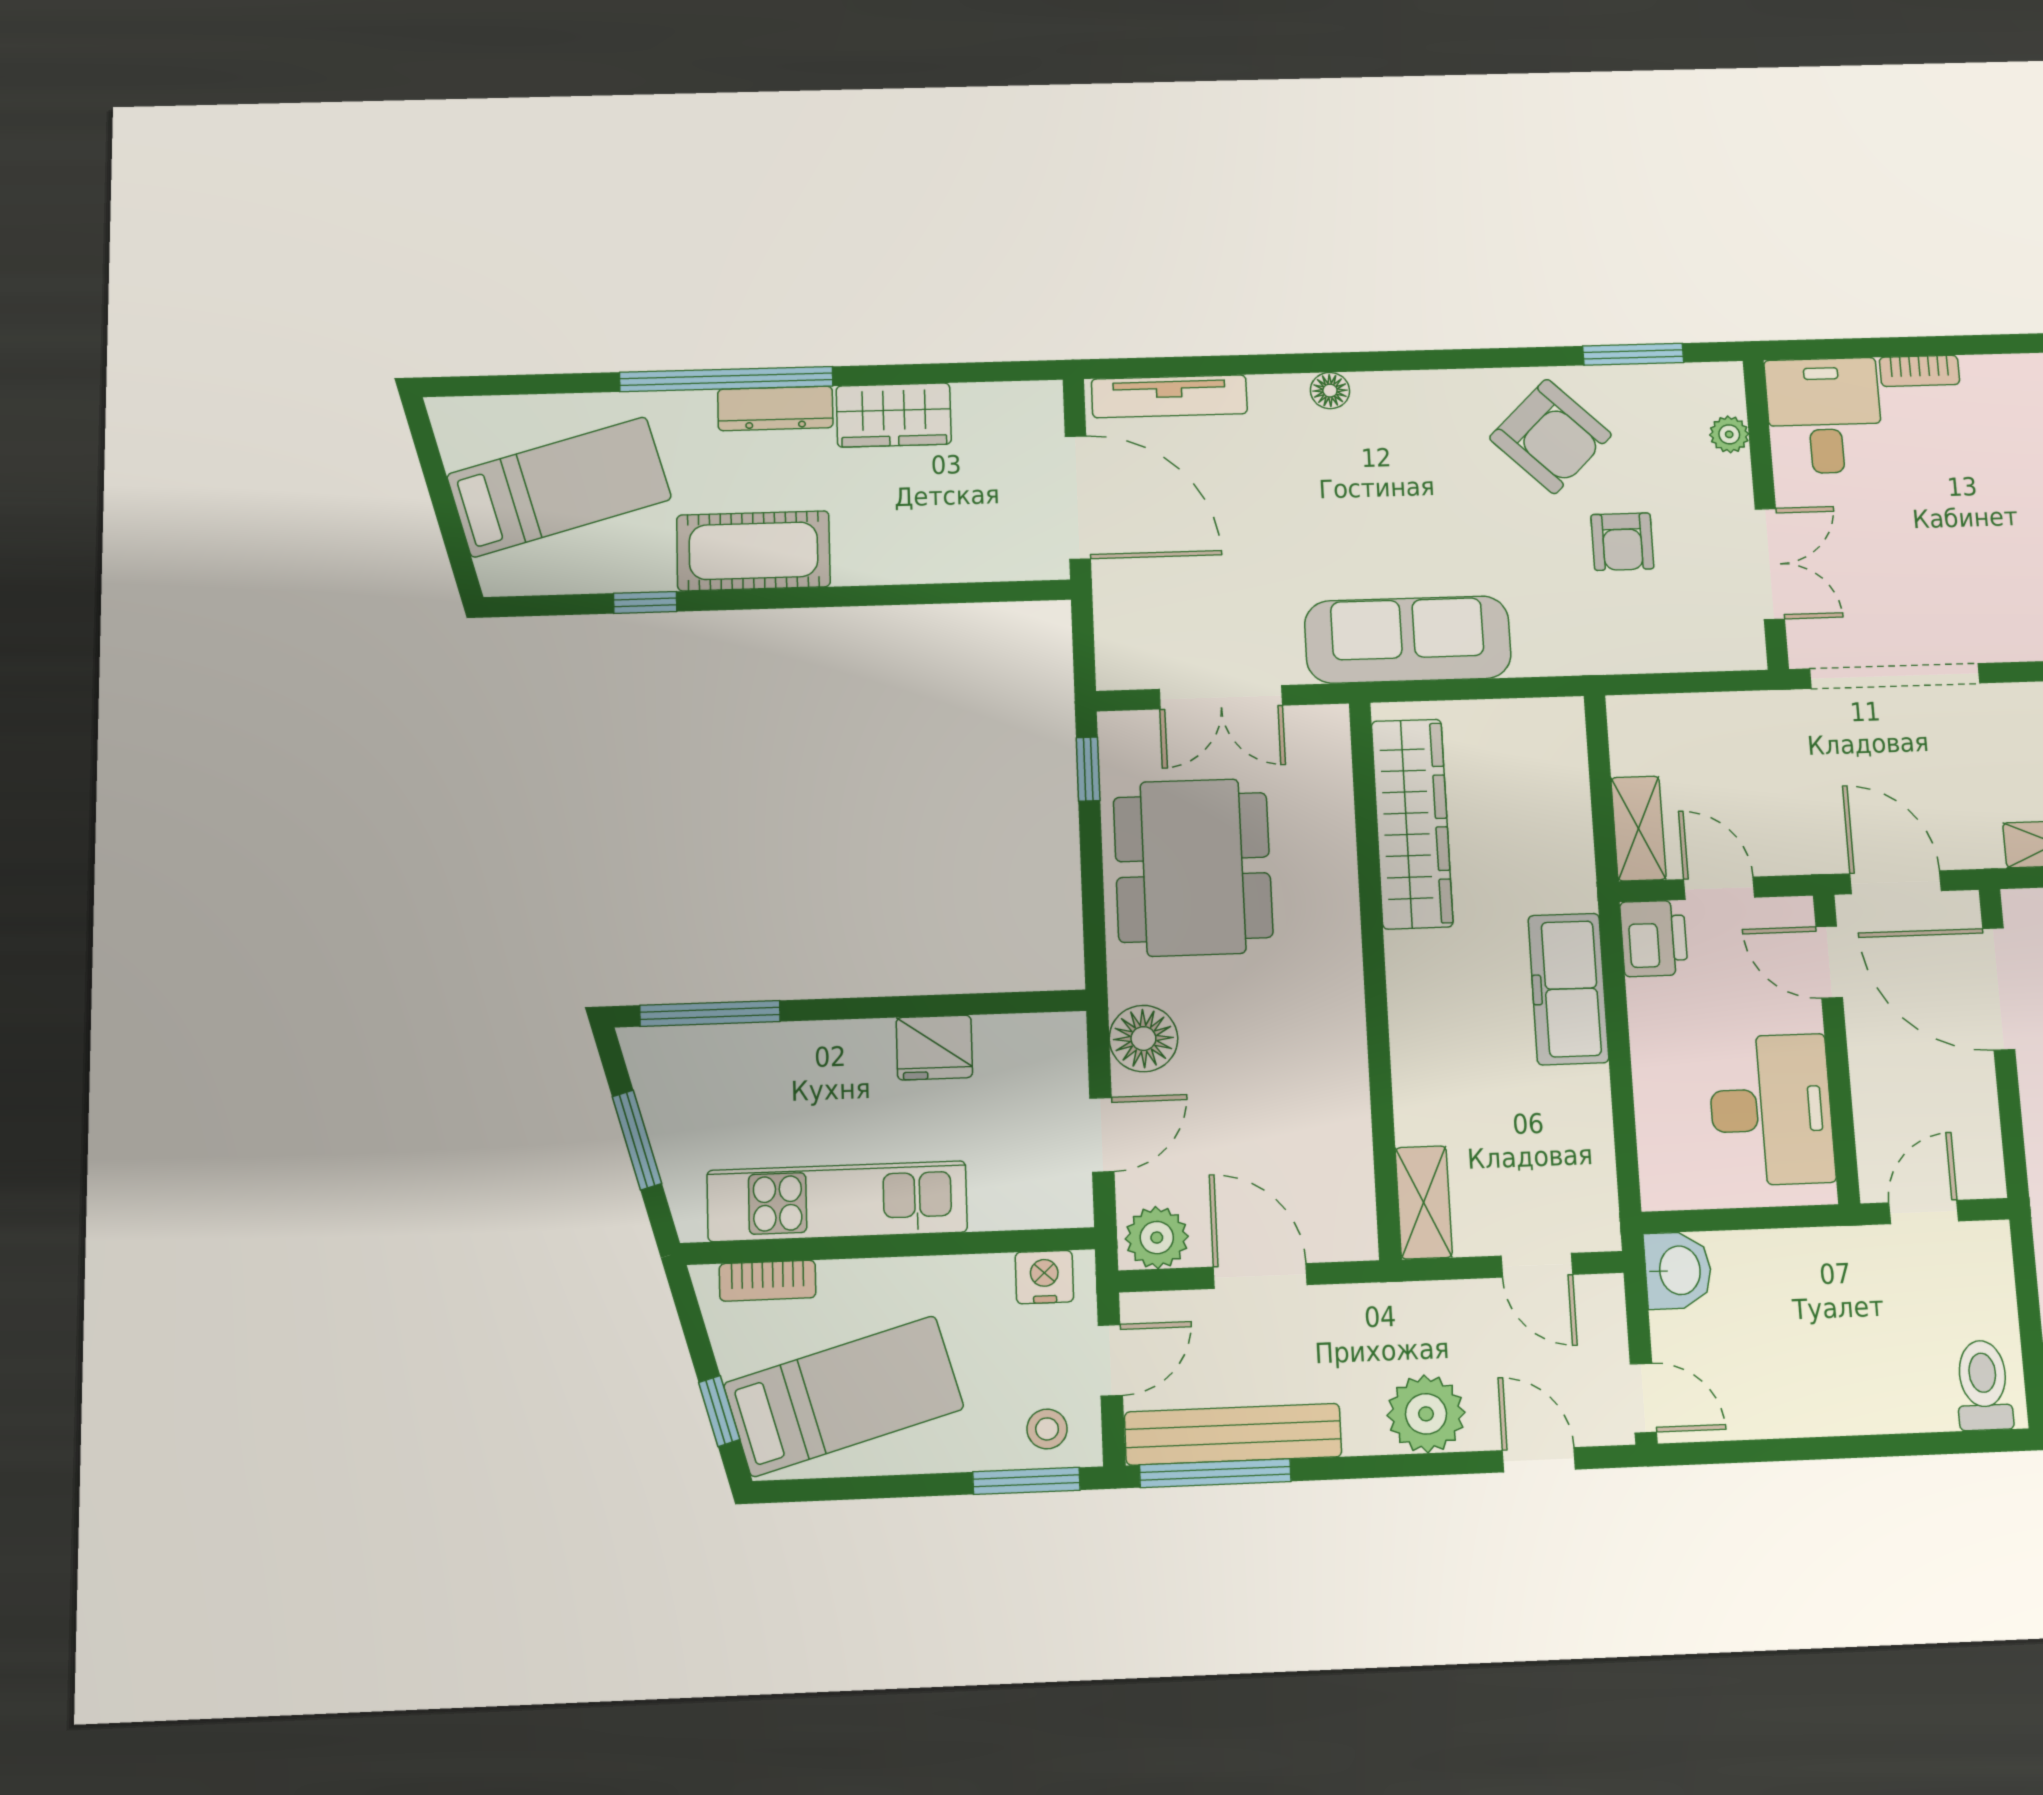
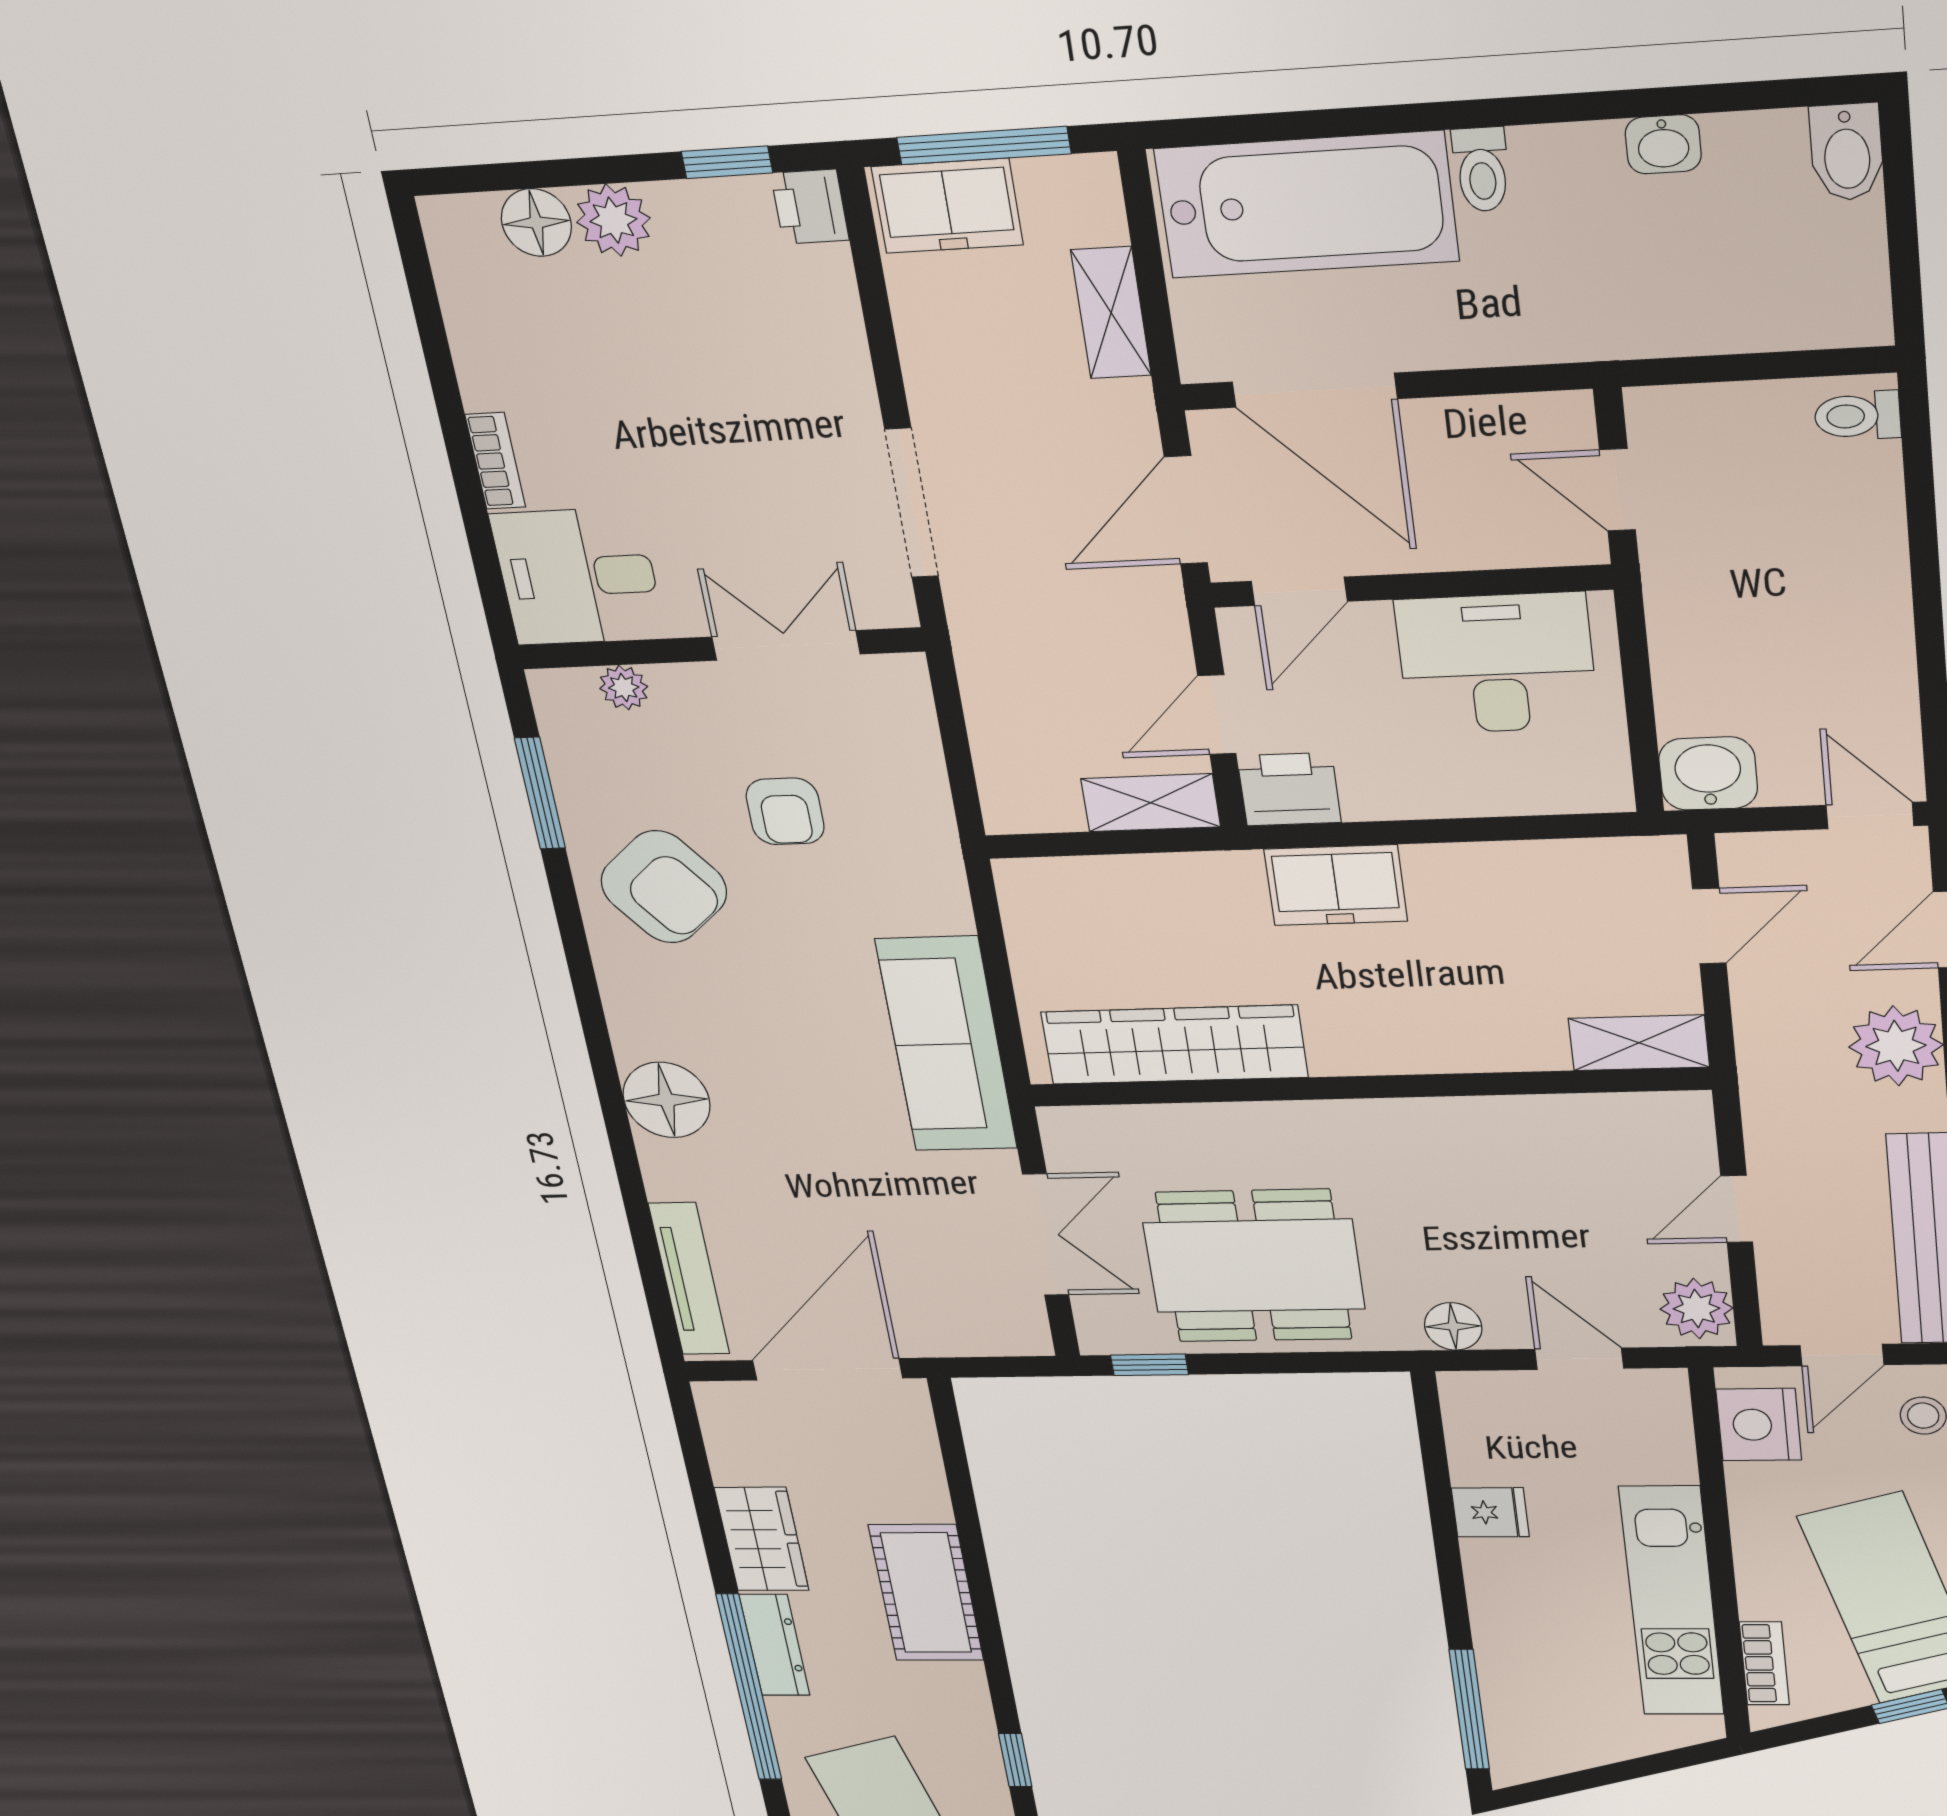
floor lamp: (1330, 391) -> (667, 1100), width x1.89, depth x1.89
armchair: (1550, 436) -> (664, 887), turned 95
armchair: (1622, 542) -> (785, 811), turned 90
cot: (753, 551) -> (926, 1593), moved
doorway: (1895, 676) -> (912, 503), width x0.73
freezer: (1568, 989) -> (1336, 885), width x0.71
door: (1999, 989) -> (1315, 390), hinge flipped
floor lamp: (1143, 1039) -> (1453, 1326), width x0.73, depth x0.73
fridge: (934, 1048) -> (1490, 1512), width x0.72
window: (637, 1140) -> (1615, 1773), removed
door: (1260, 1276) -> (1737, 1209), width x0.73
nightstand: (1044, 1277) -> (1759, 1425), width x1.36, depth x1.33
door: (1110, 1360) -> (1842, 1355), swing flipped
toilet: (1983, 1385) -> (1857, 416), width x0.73, depth x0.72
door: (1643, 1398) -> (1870, 816), hinge flipped

